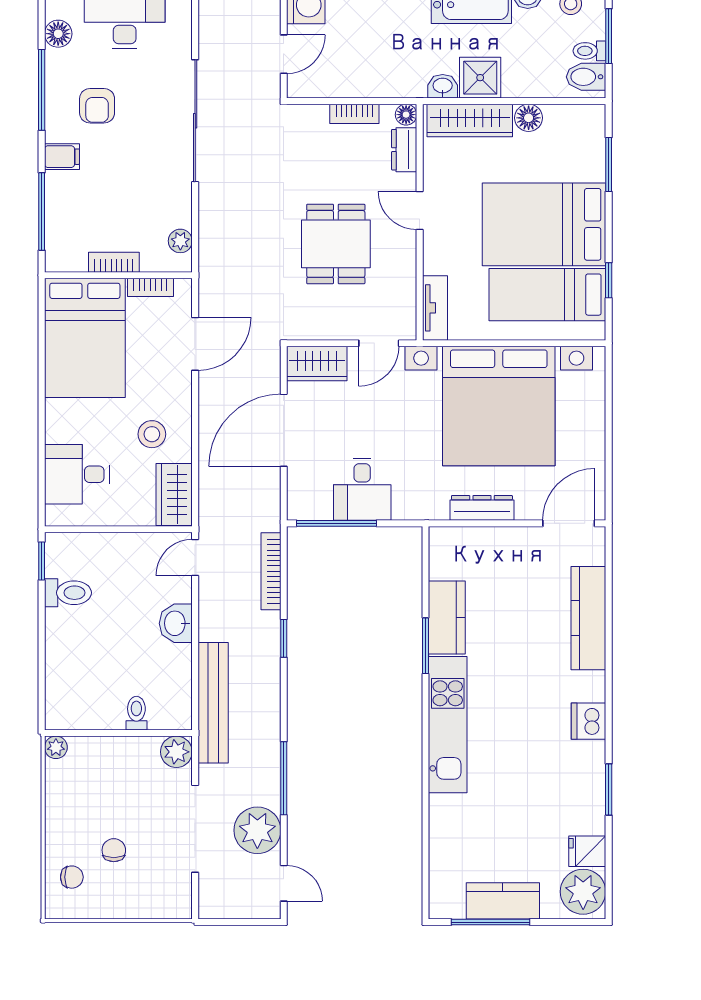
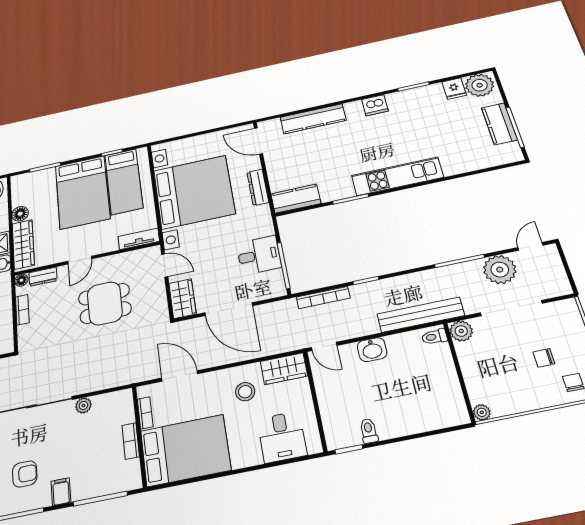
plant: (180, 241) -> (83, 405), moved
toilet: (68, 593) -> (369, 431), width x0.73, depth x0.72
kitchen counter: (447, 617) -> (296, 199), moved
toilet: (136, 713) -> (434, 337), moved

